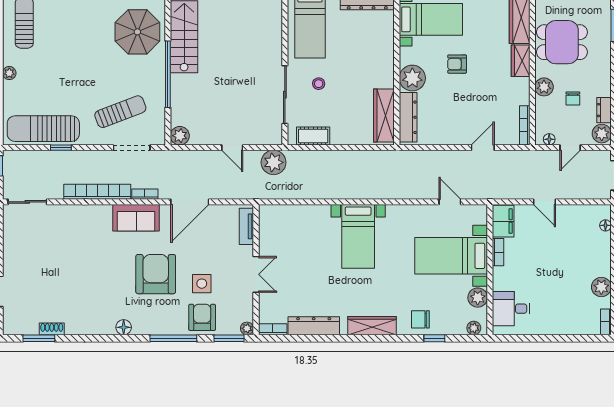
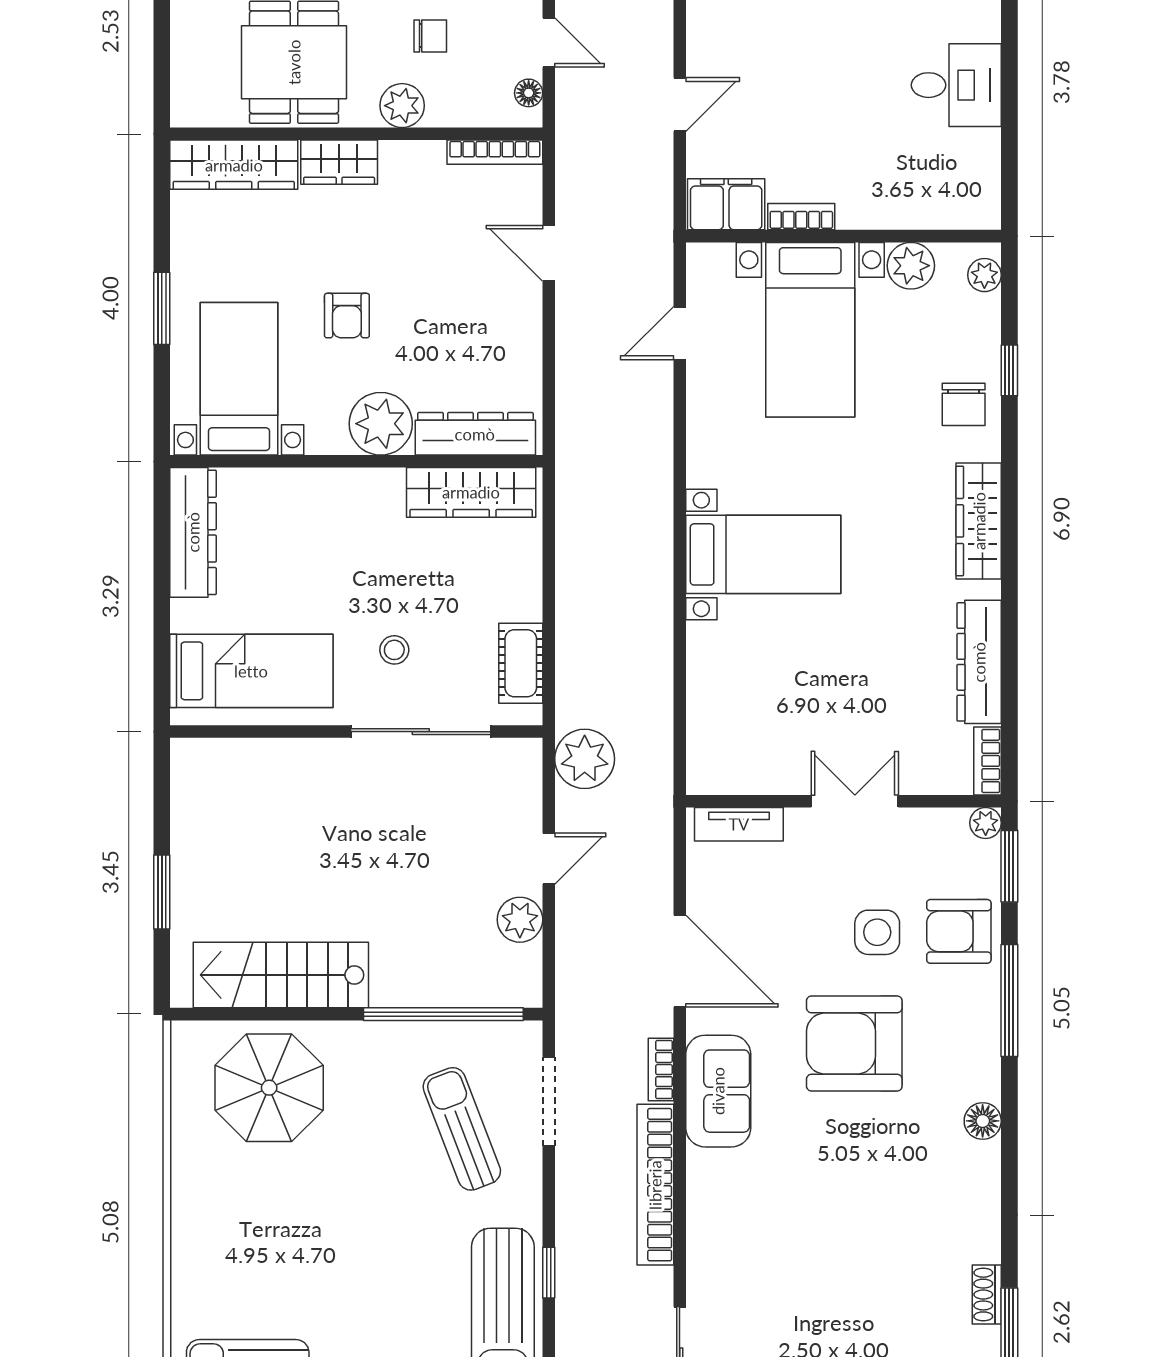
window: (168, 74) -> (443, 1014), moved
plant: (180, 136) -> (520, 920), moved
desk: (511, 309) -> (956, 85), moved, turned -90

